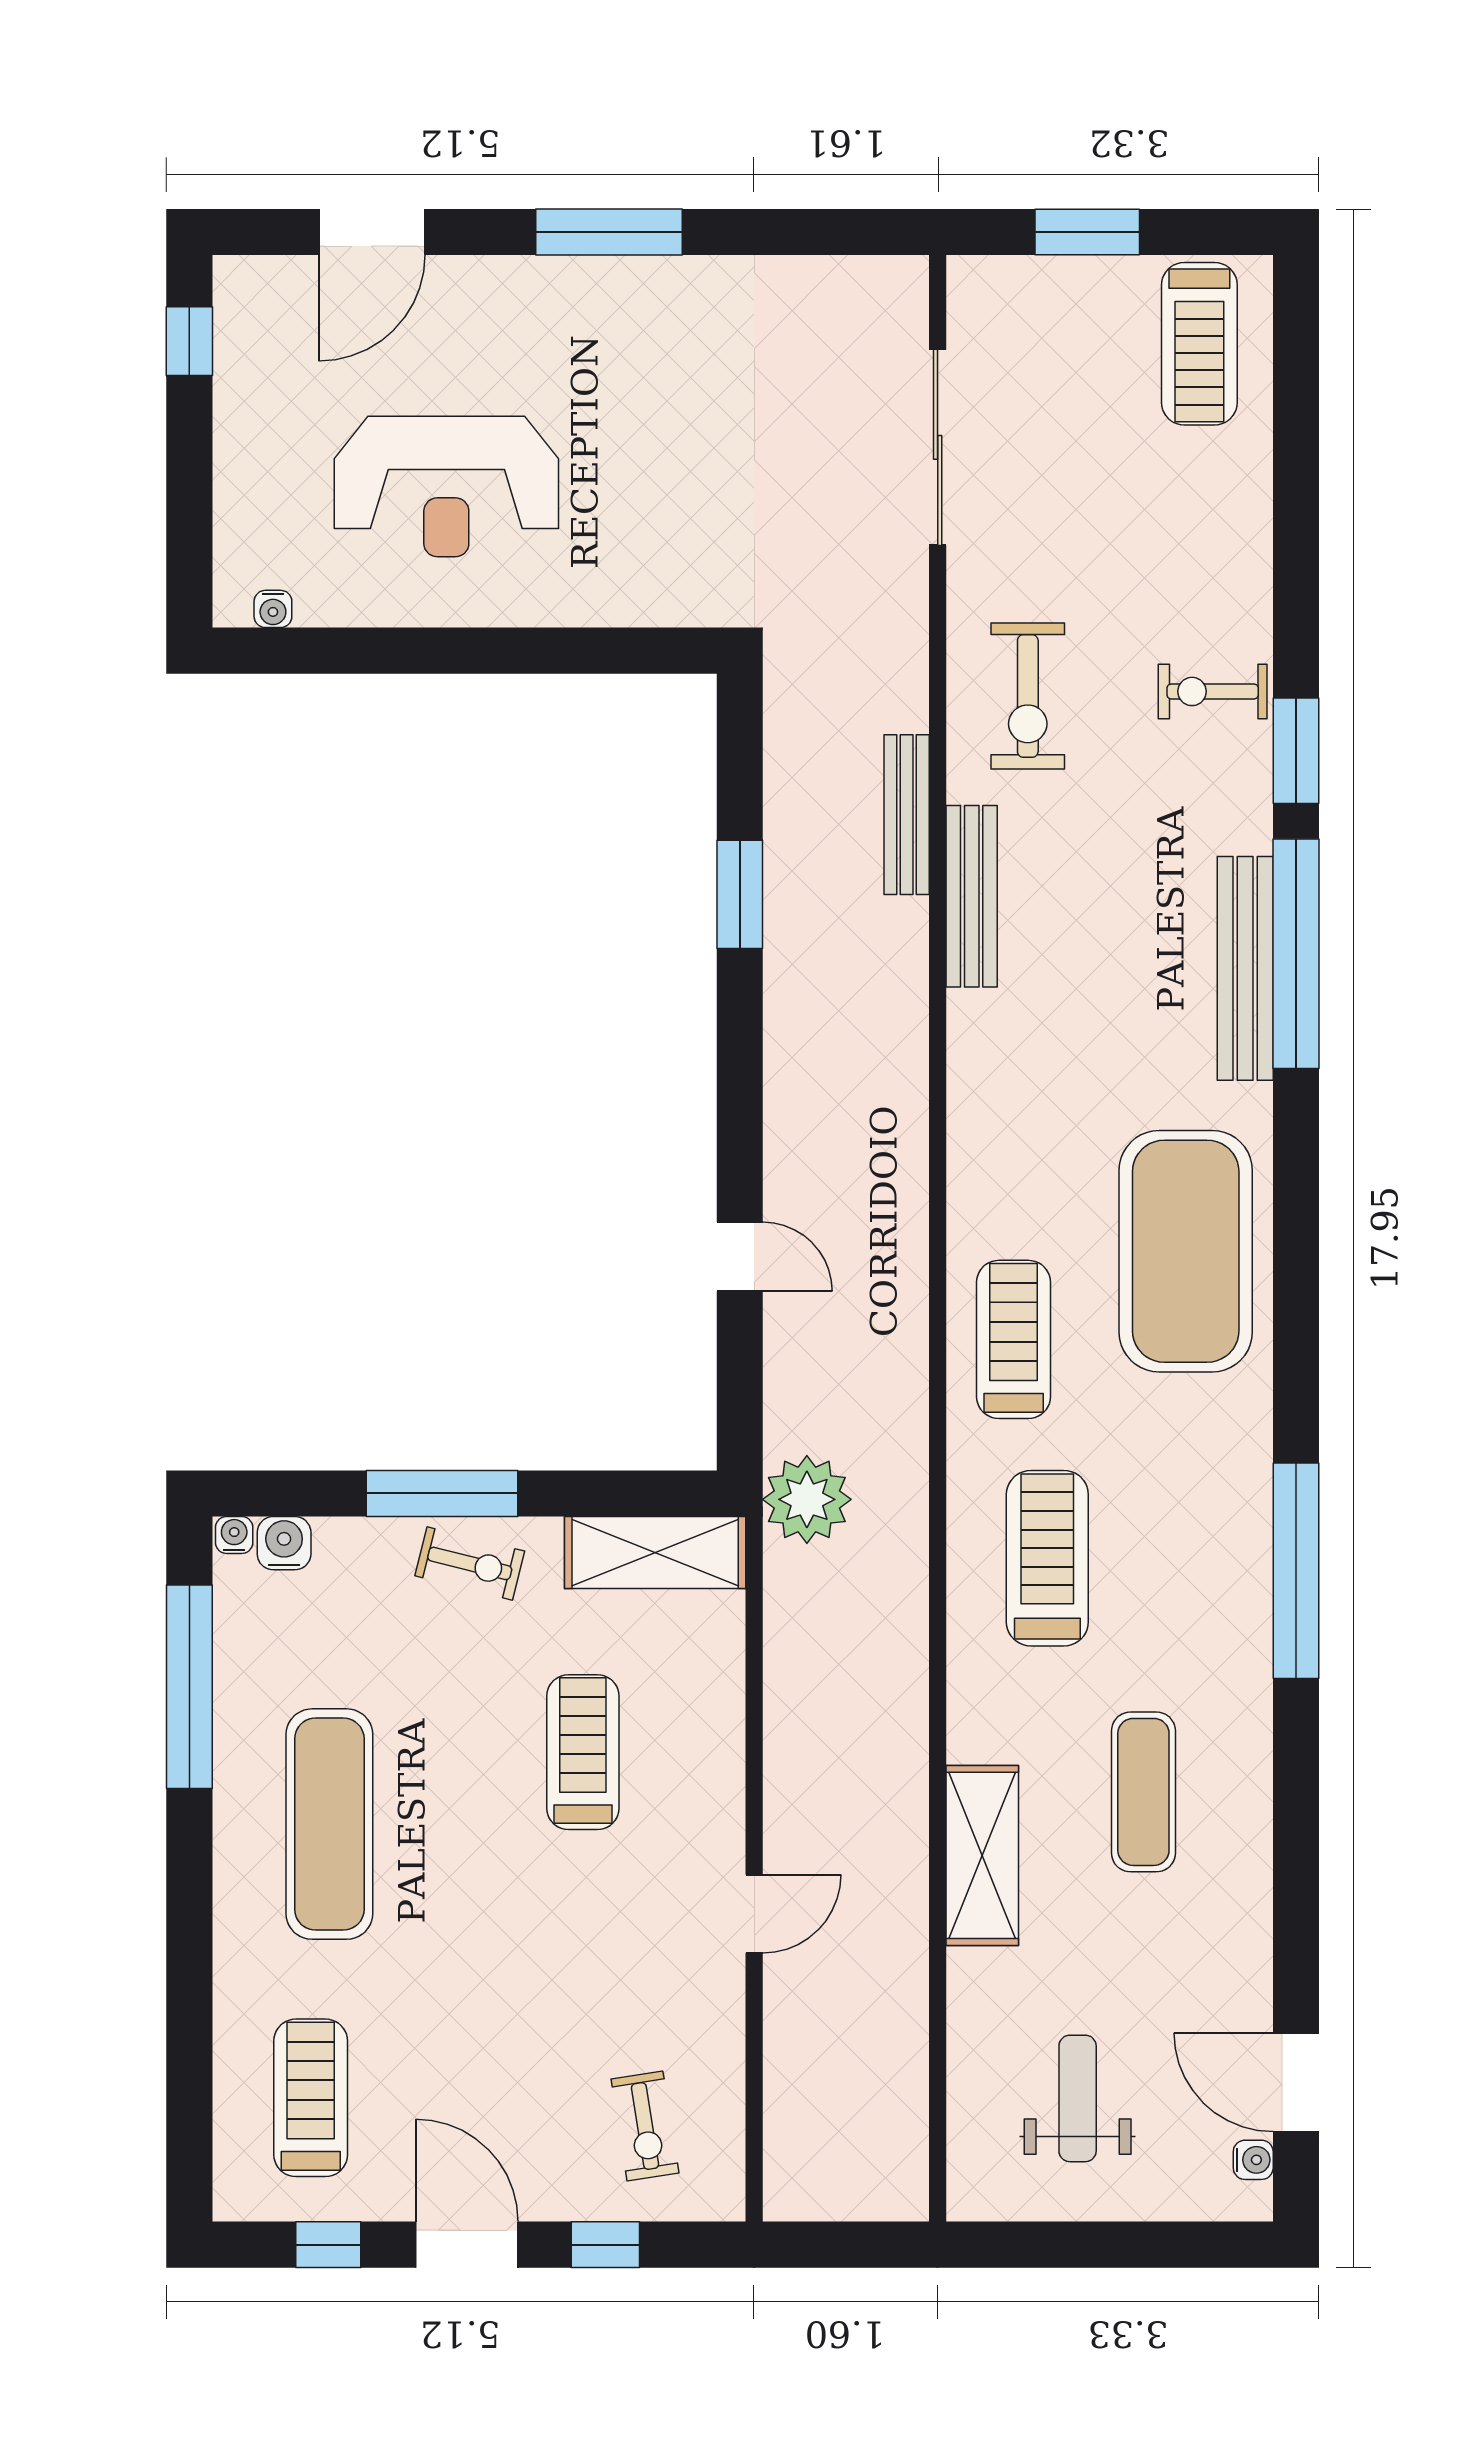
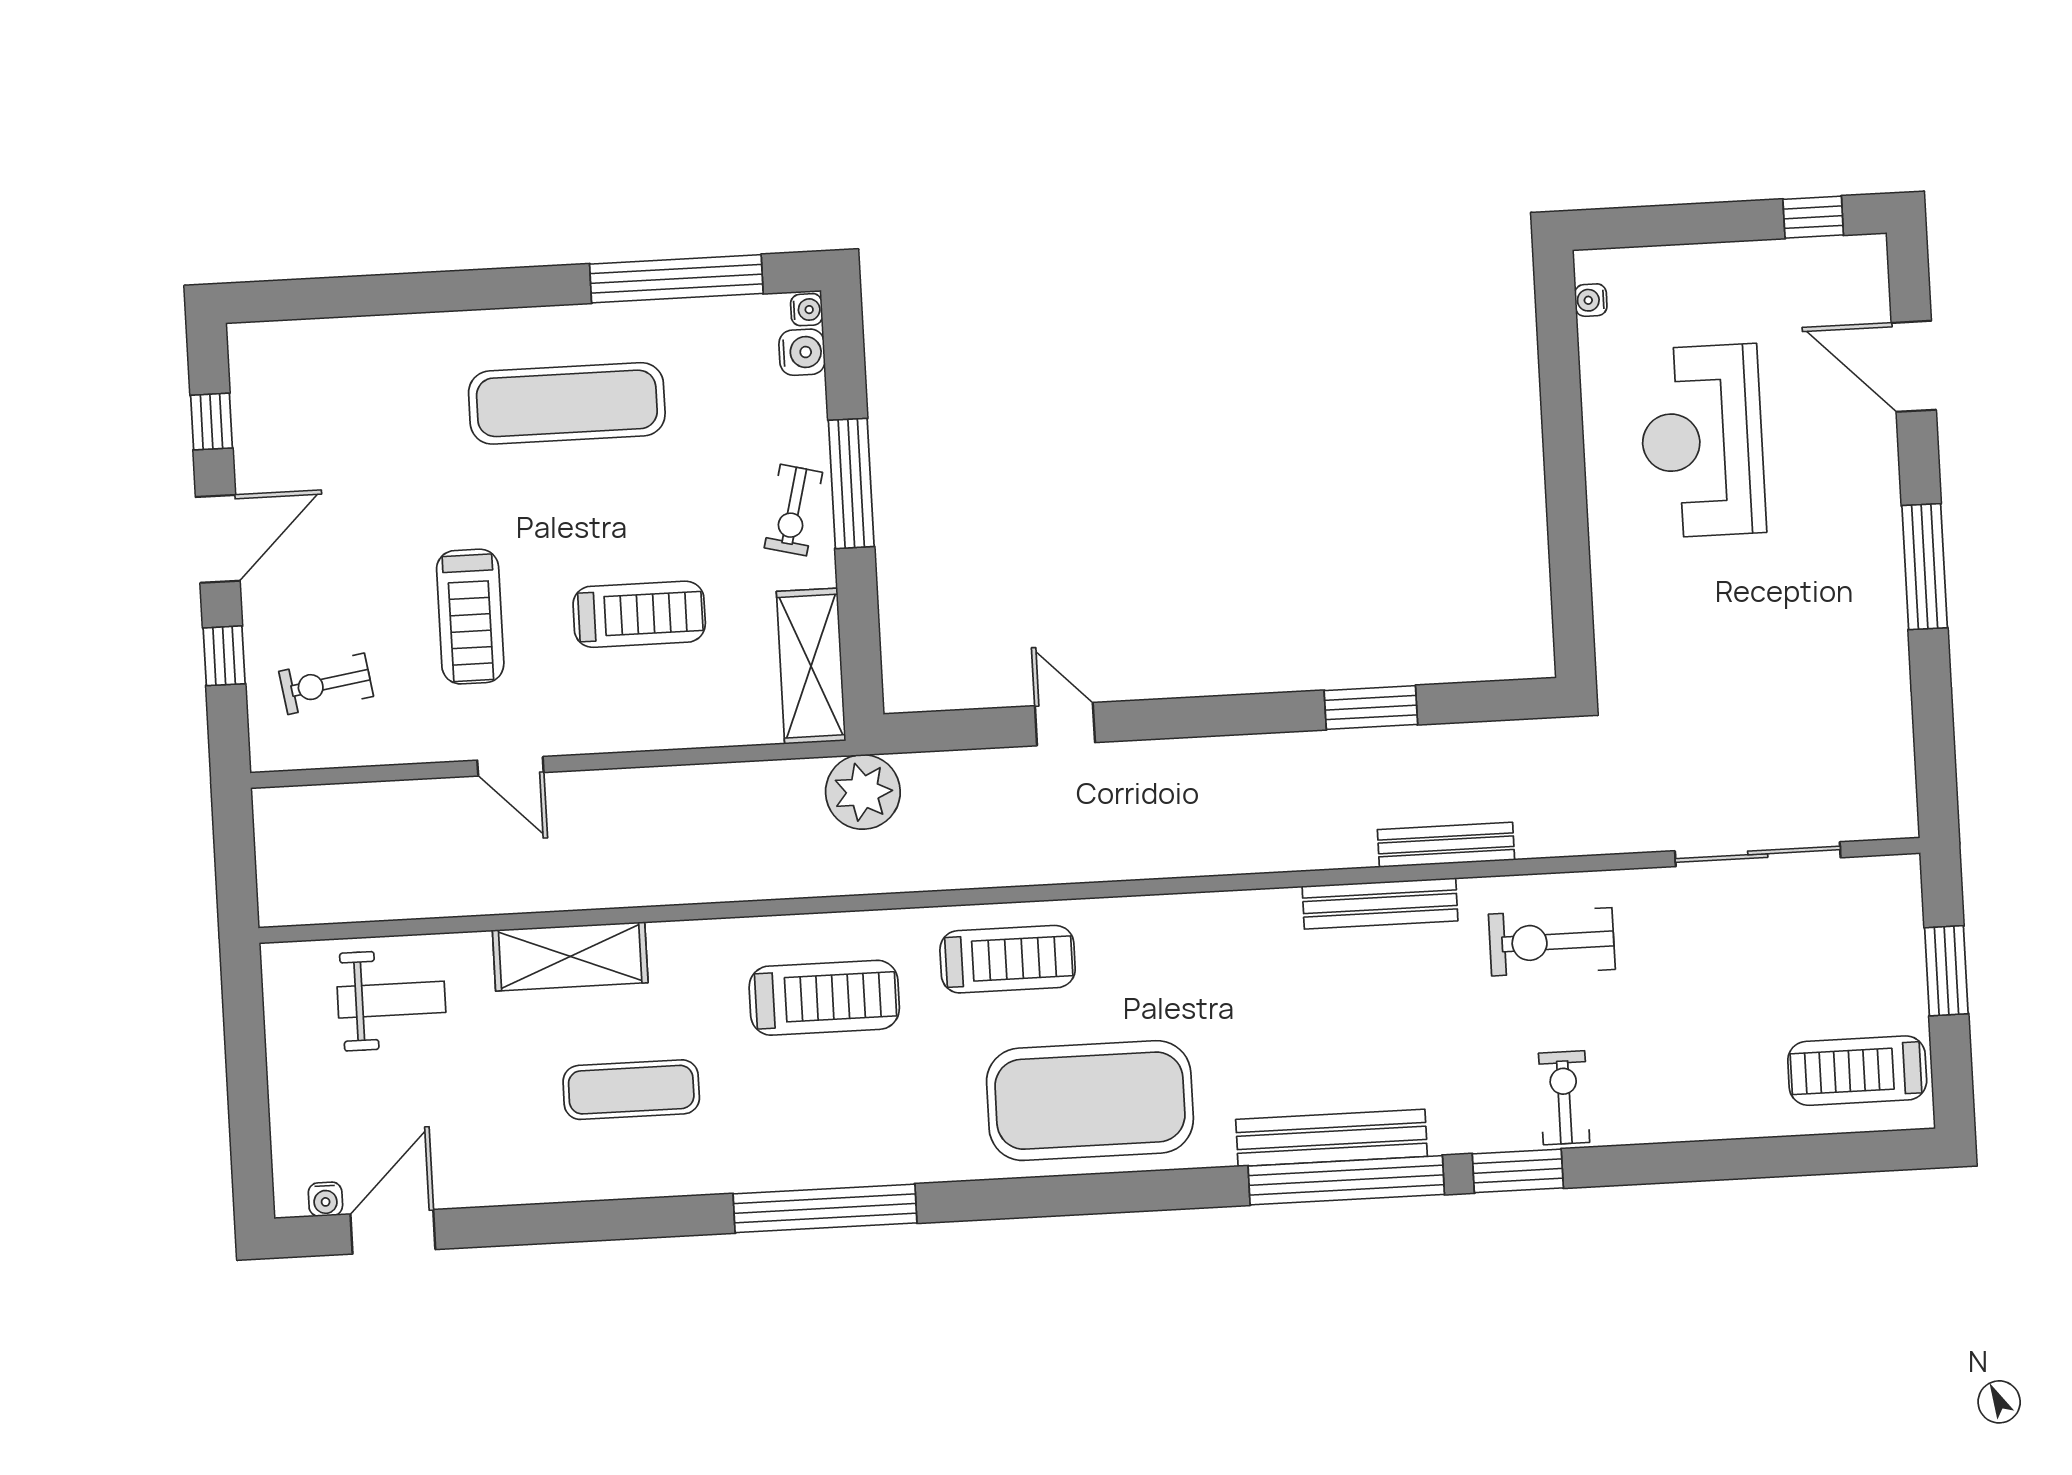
door: (740, 1257) -> (1065, 724), swing flipped
treadmill: (311, 2098) -> (470, 617), moved, turned 90
weight bench: (1078, 2098) -> (391, 1000), moved

